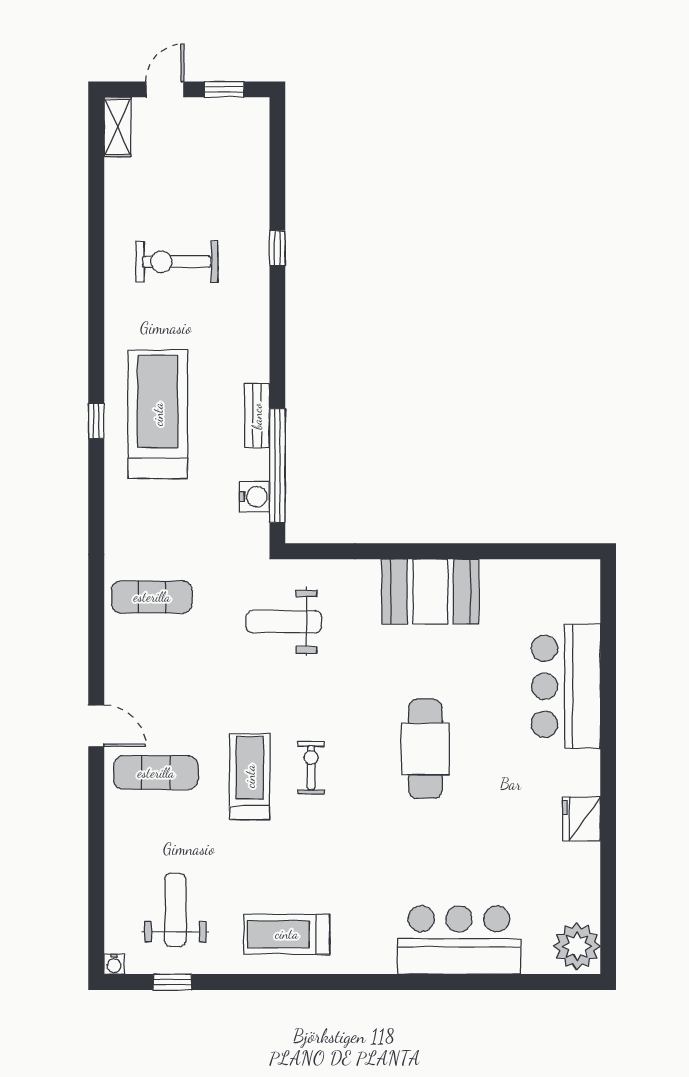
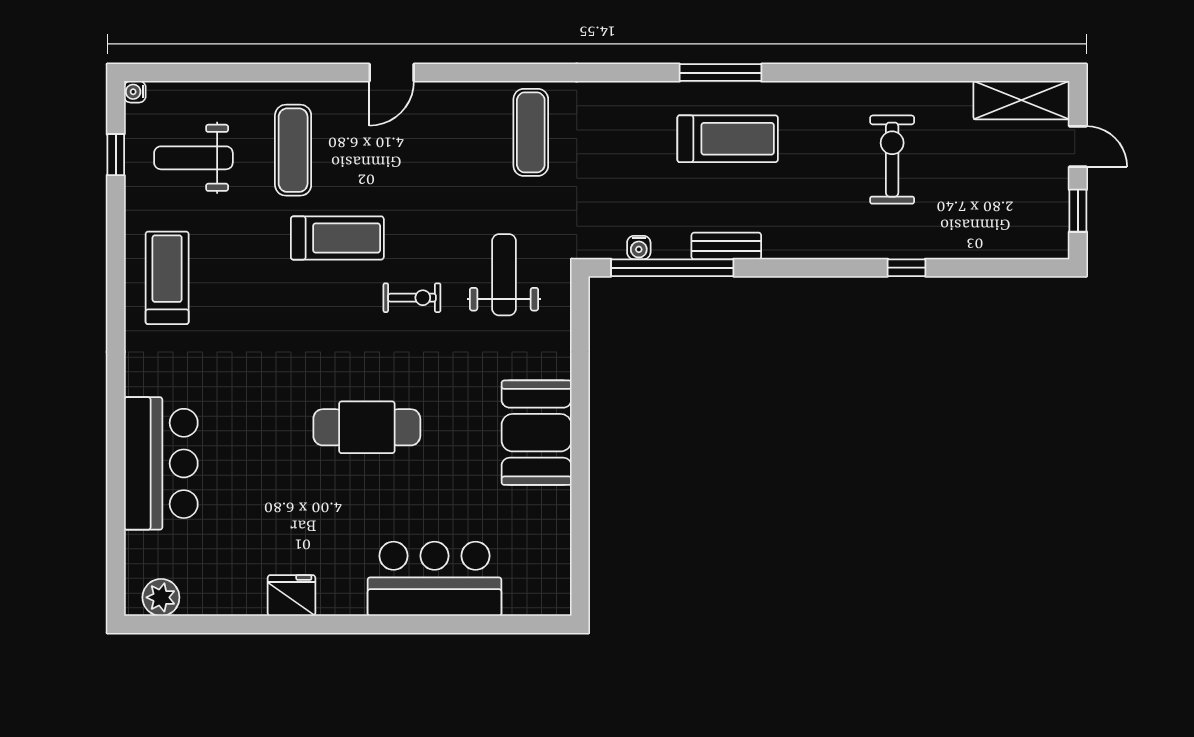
shelving: (117, 127) -> (1021, 100), width x1.50, depth x1.33
treadmill: (158, 414) -> (728, 139), width x0.73, depth x0.73
window: (96, 421) -> (721, 73), width x2.17
water cooler: (254, 497) -> (639, 248), width x0.72, depth x0.72
exercise bike: (311, 768) -> (412, 298), moved
exercise mat: (156, 773) -> (293, 150), moved
weight bench: (175, 910) -> (193, 158), turned 180
plant: (577, 946) -> (161, 597), width x0.73, depth x0.73

